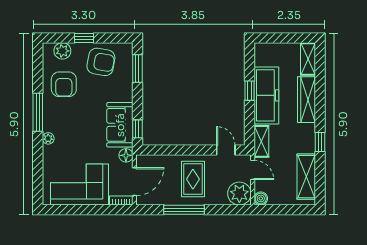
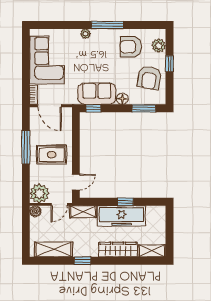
floor lamp: (126, 155) -> (122, 99), moved

